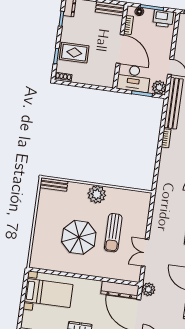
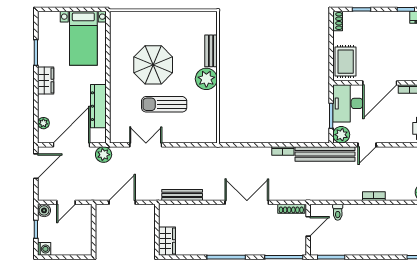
rug: (74, 53) -> (346, 62), moved
bench: (54, 184) -> (211, 51), moved
dresser: (120, 290) -> (98, 106), moved

